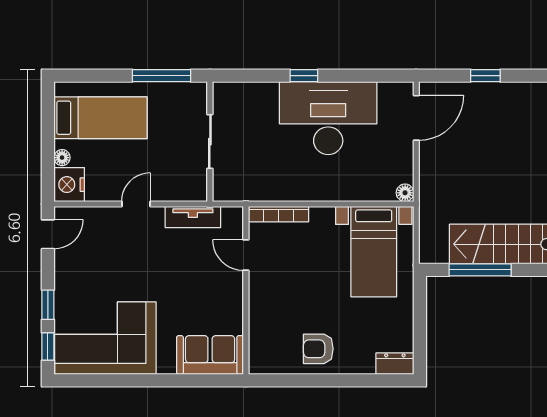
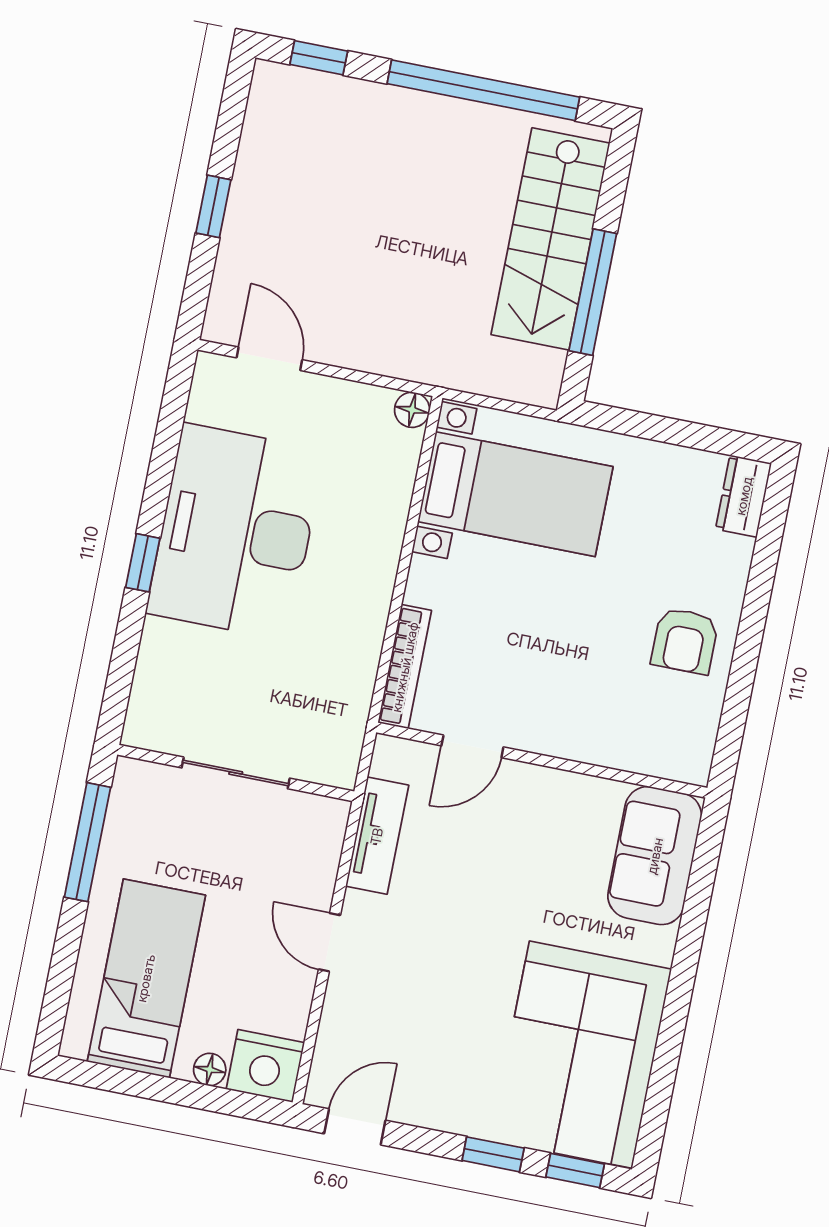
door: (416, 118) -> (269, 359), width x0.73
door: (48, 234) -> (355, 1127), hinge flipped

